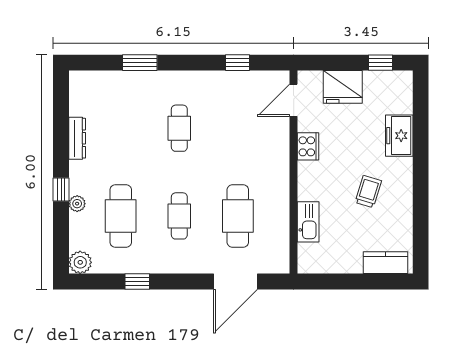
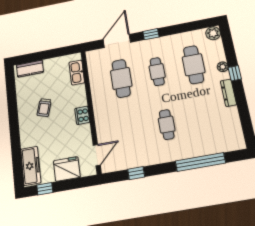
window: (140, 63) -> (200, 162), width x2.11
freezer: (399, 136) -> (31, 166), moved, width x1.40
dresser: (77, 138) -> (228, 93), moved
cooker: (308, 146) -> (82, 115), moved
kitchen sink: (308, 222) -> (77, 72), moved
window: (137, 282) -> (151, 34), moved

